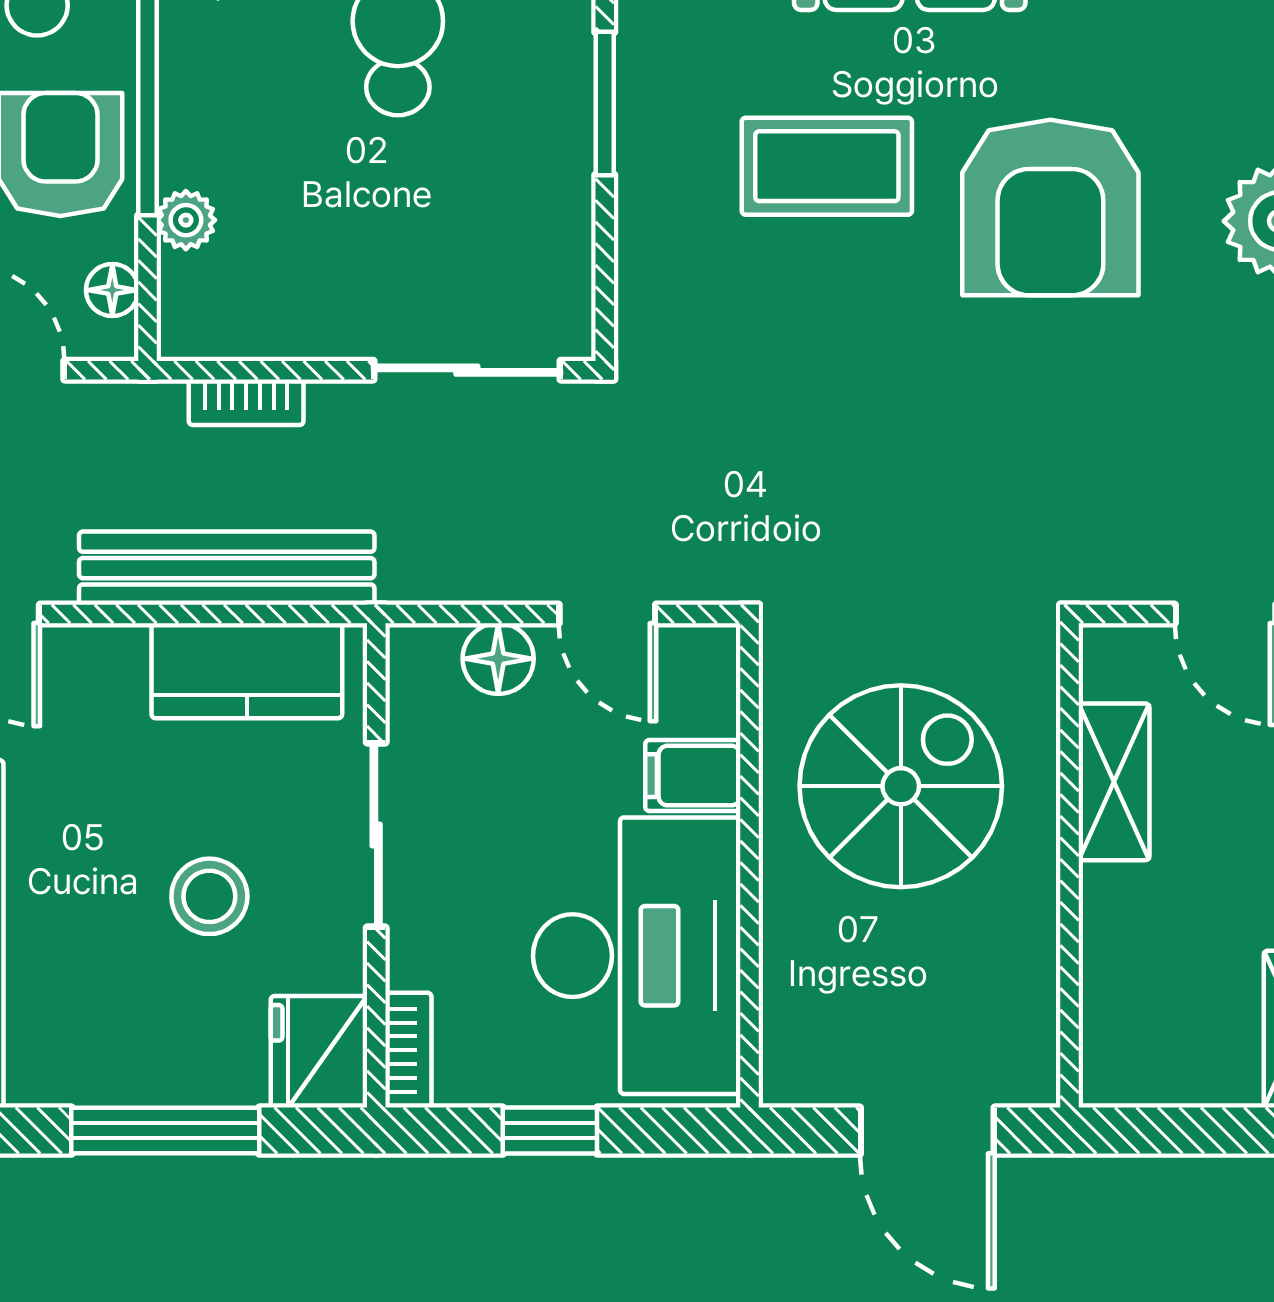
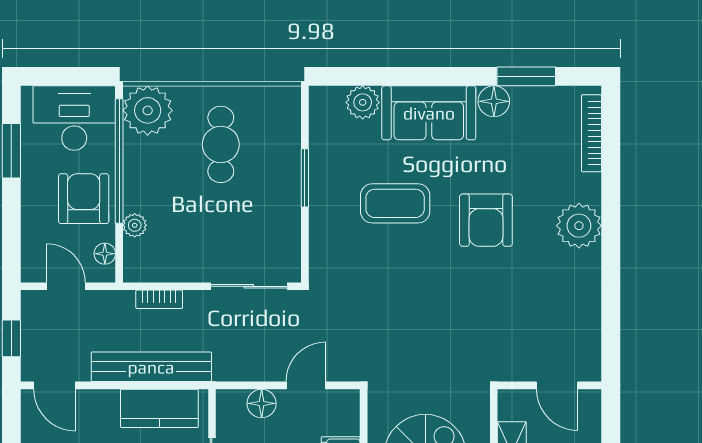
armchair: (1050, 207) -> (486, 220), width x0.73, depth x0.73
door: (607, 614) -> (306, 385), swing flipped

